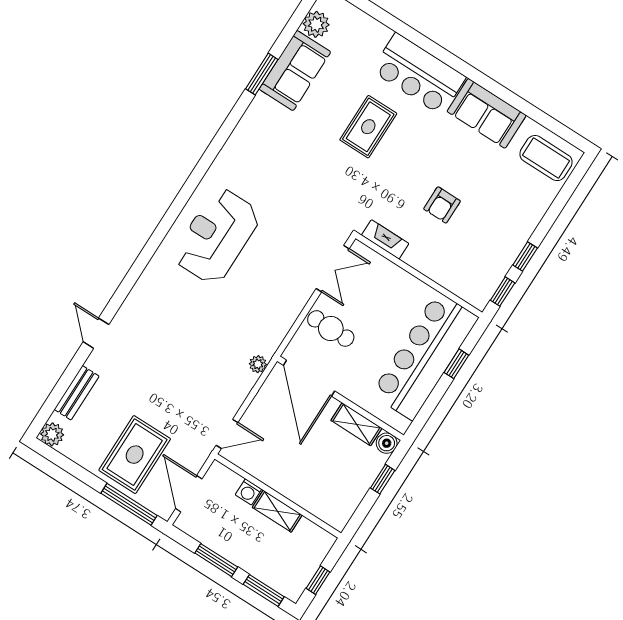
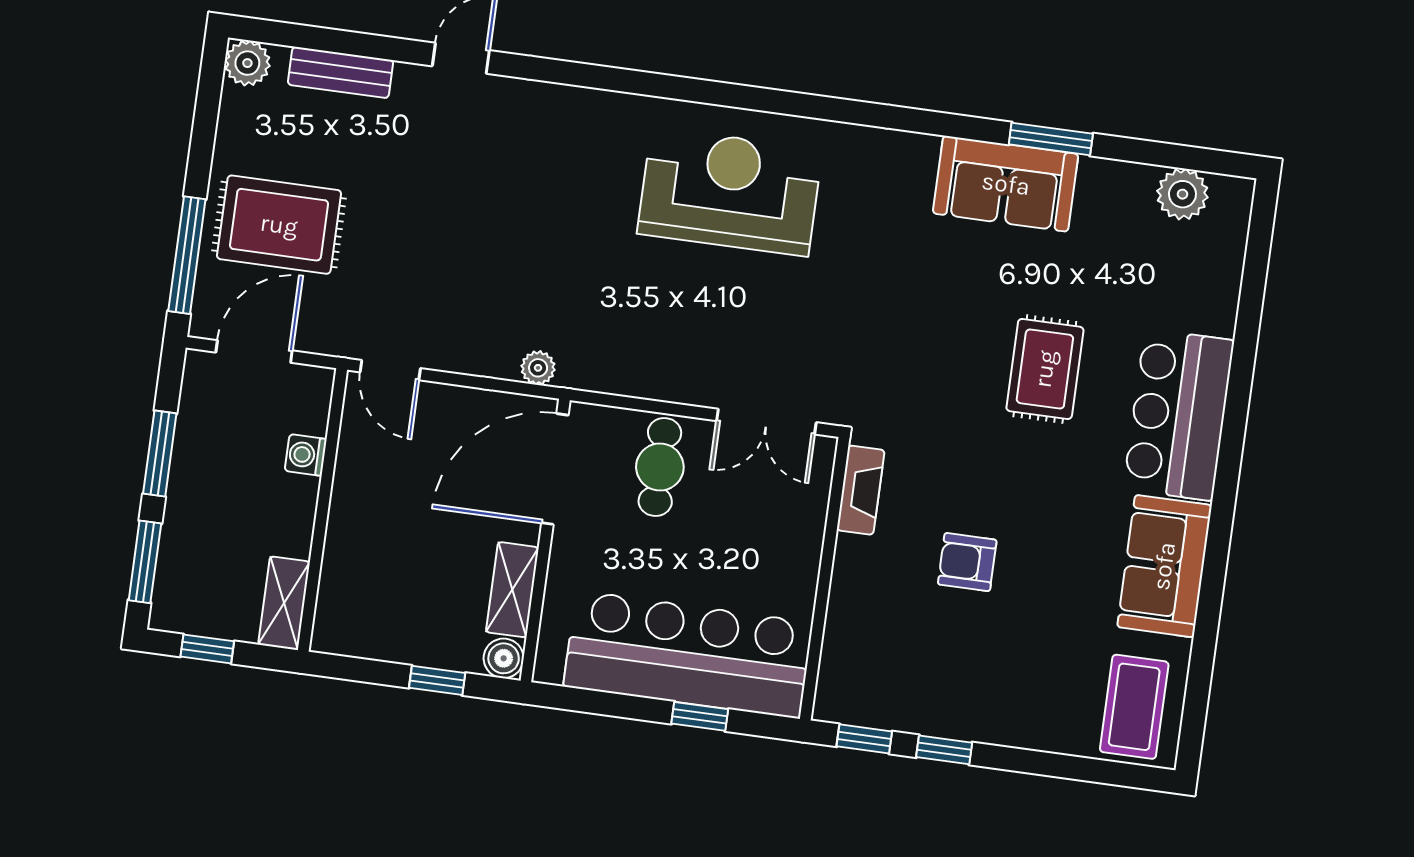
sofa: (295, 71) -> (1006, 184), moved
rug: (368, 127) -> (1045, 369), turned 90
shelving: (277, 511) -> (284, 603), moved

